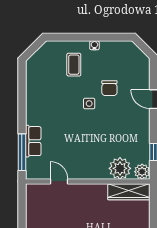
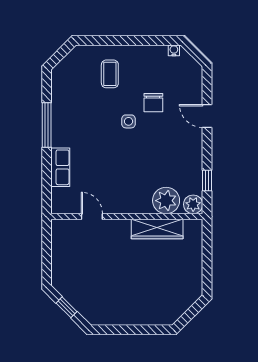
water cooler: (94, 45) -> (174, 50), moved
window: (22, 152) -> (47, 125), moved
wardrobe: (129, 192) -> (157, 229), moved

